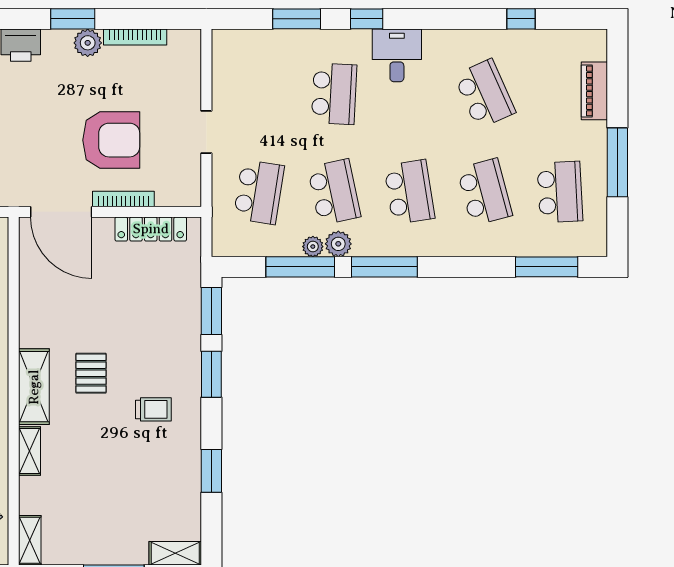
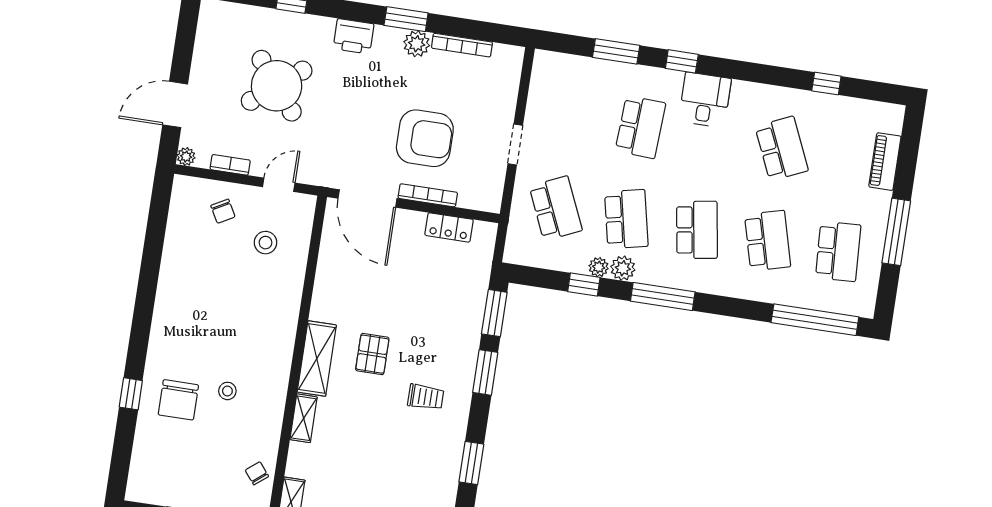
school desk: (259, 192) -> (556, 208), turned -33
locker: (151, 229) -> (449, 227), width x0.66
window: (300, 267) -> (584, 284), width x0.46
window: (547, 267) -> (815, 320), width x1.46

